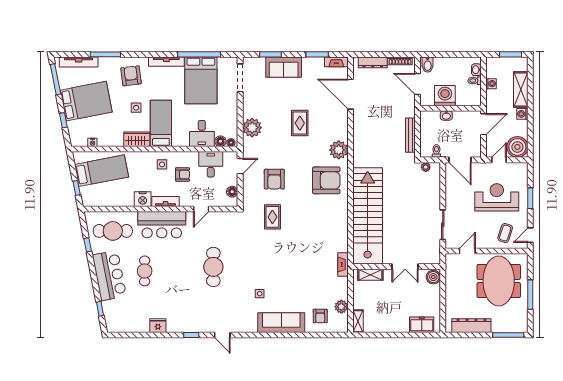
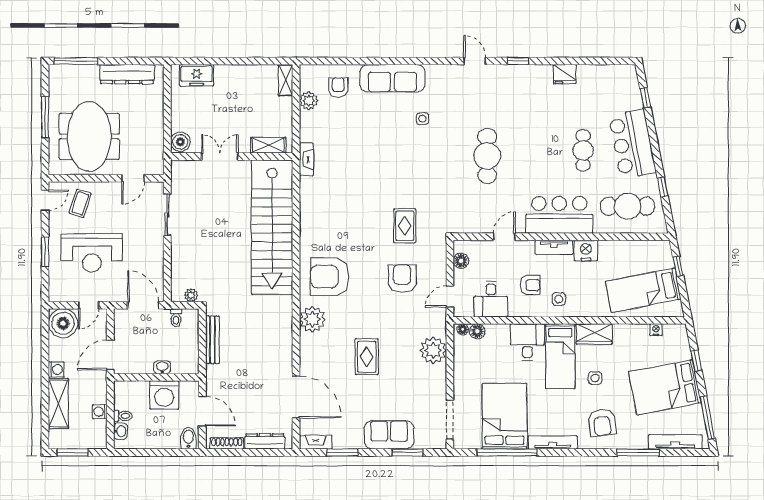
desk: (202, 134) -> (527, 342), moved
armchair: (183, 174) -> (530, 285), turned 180

